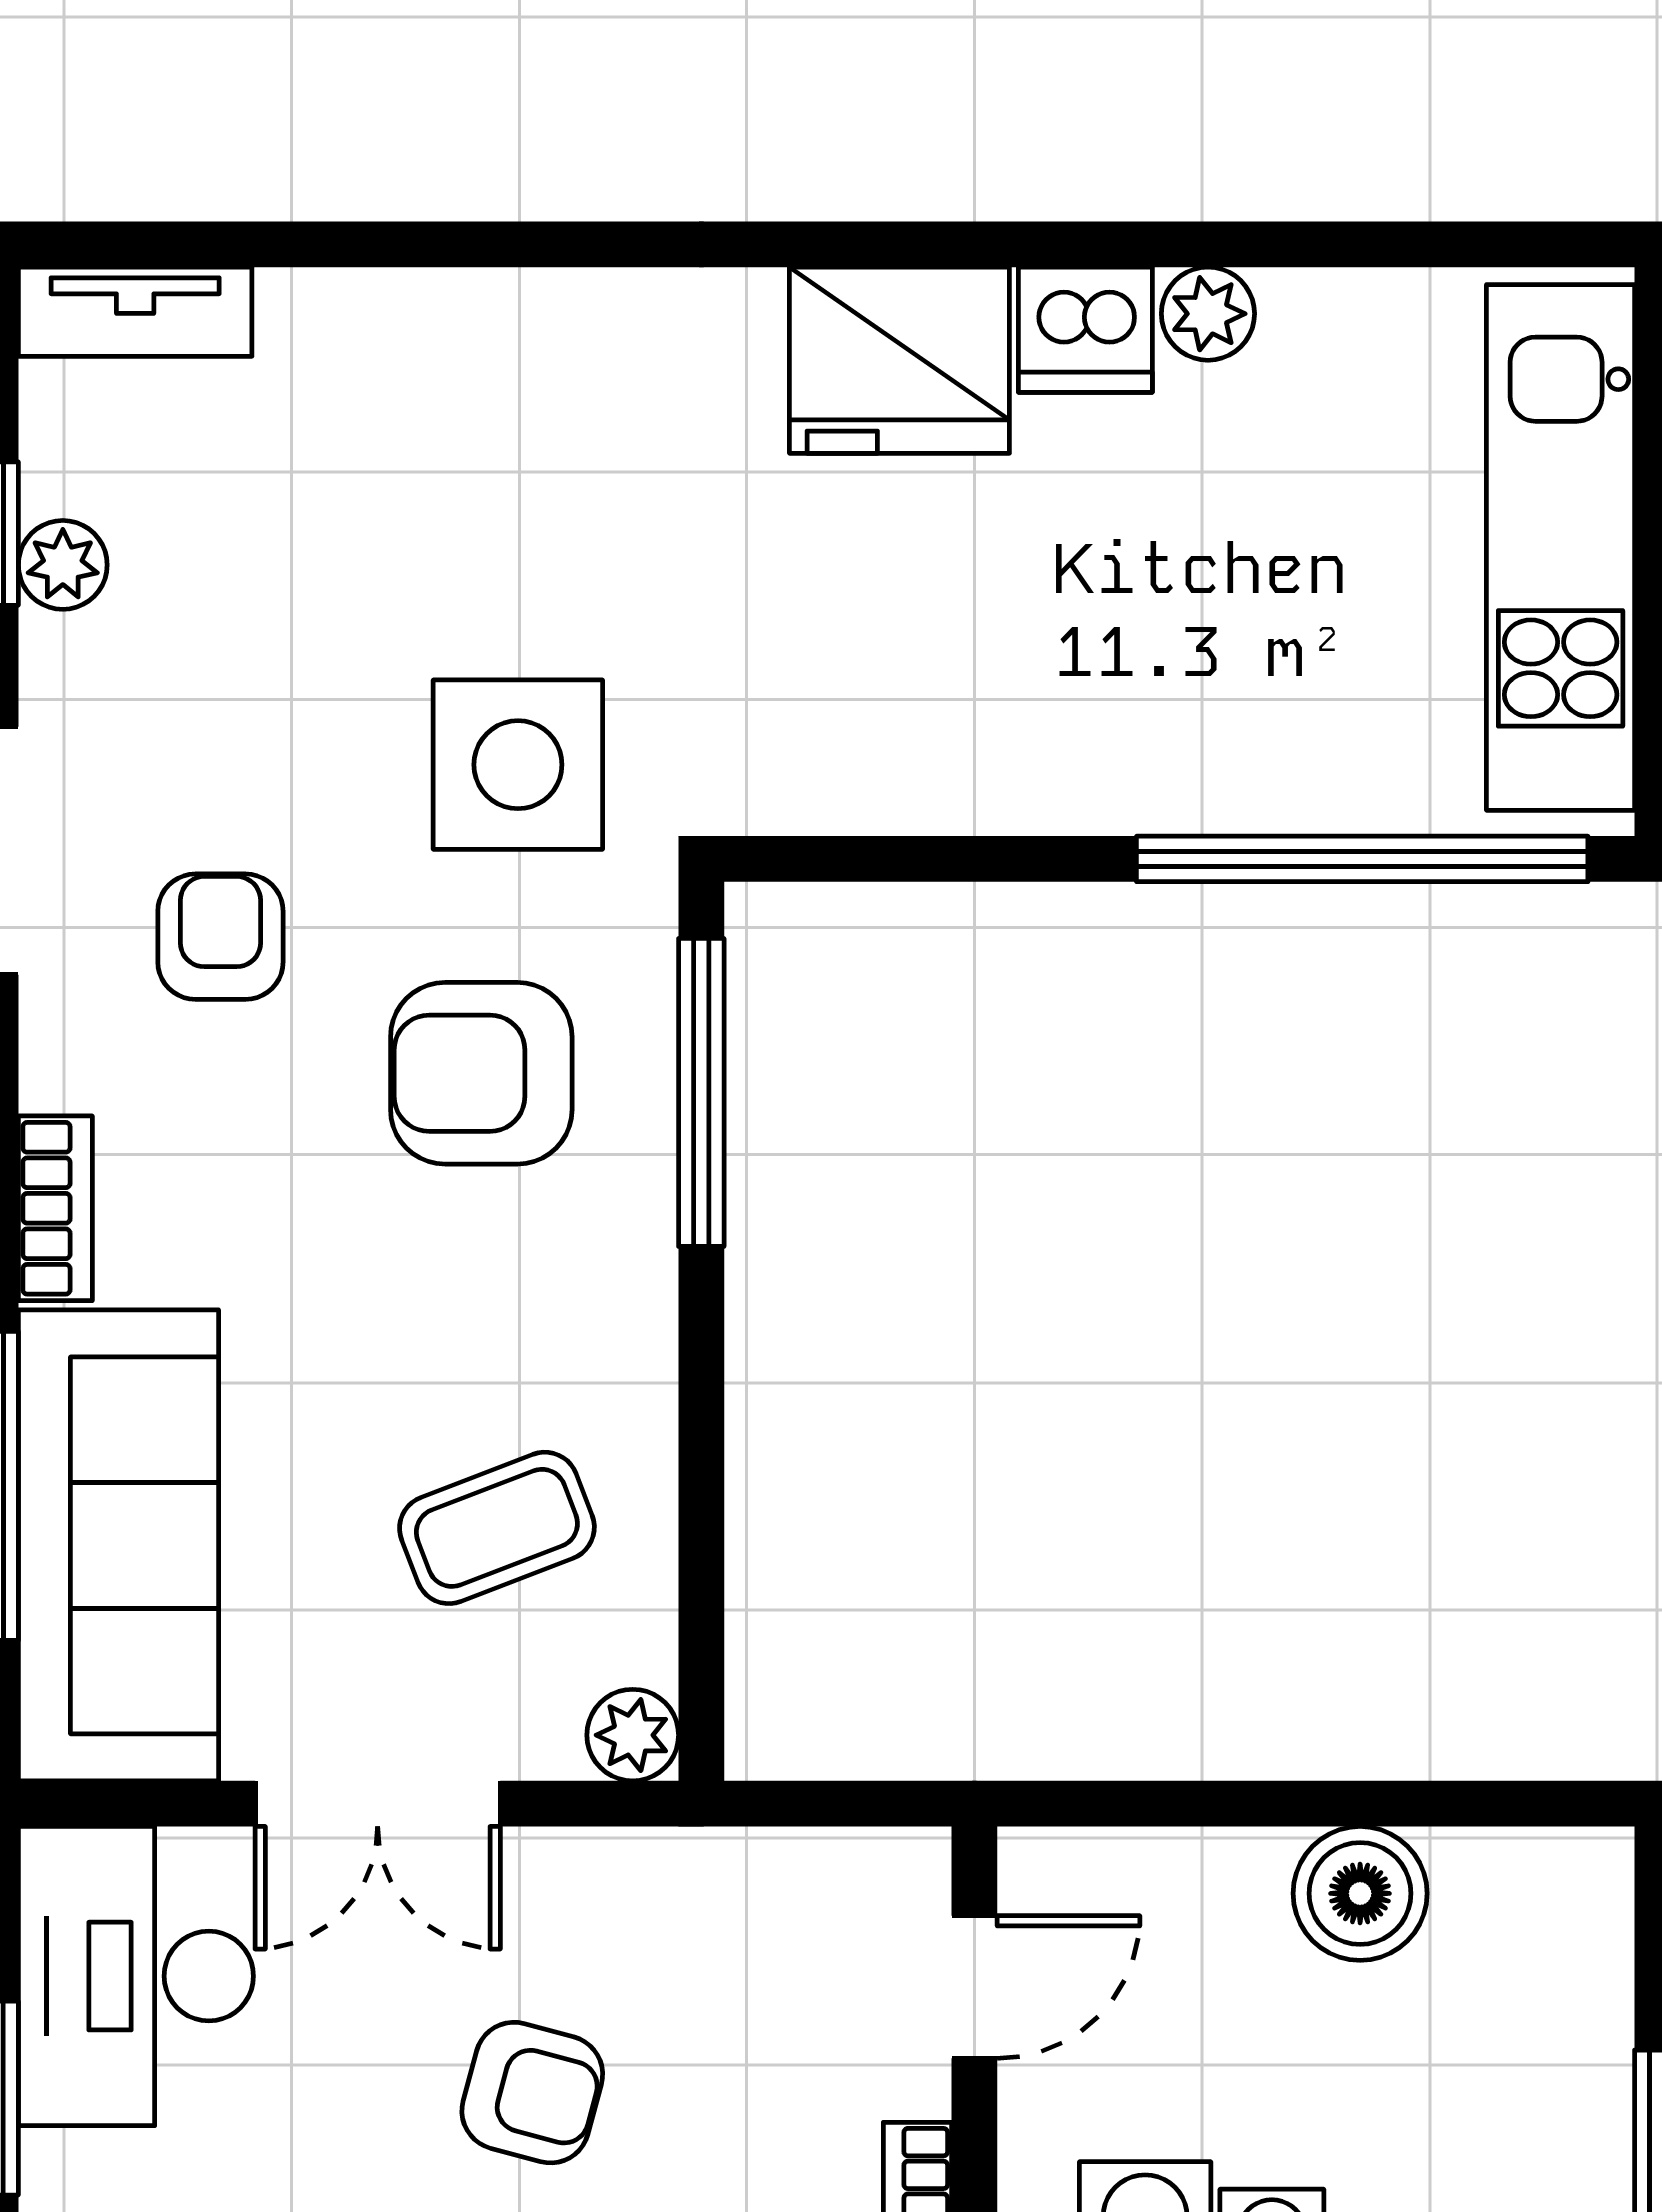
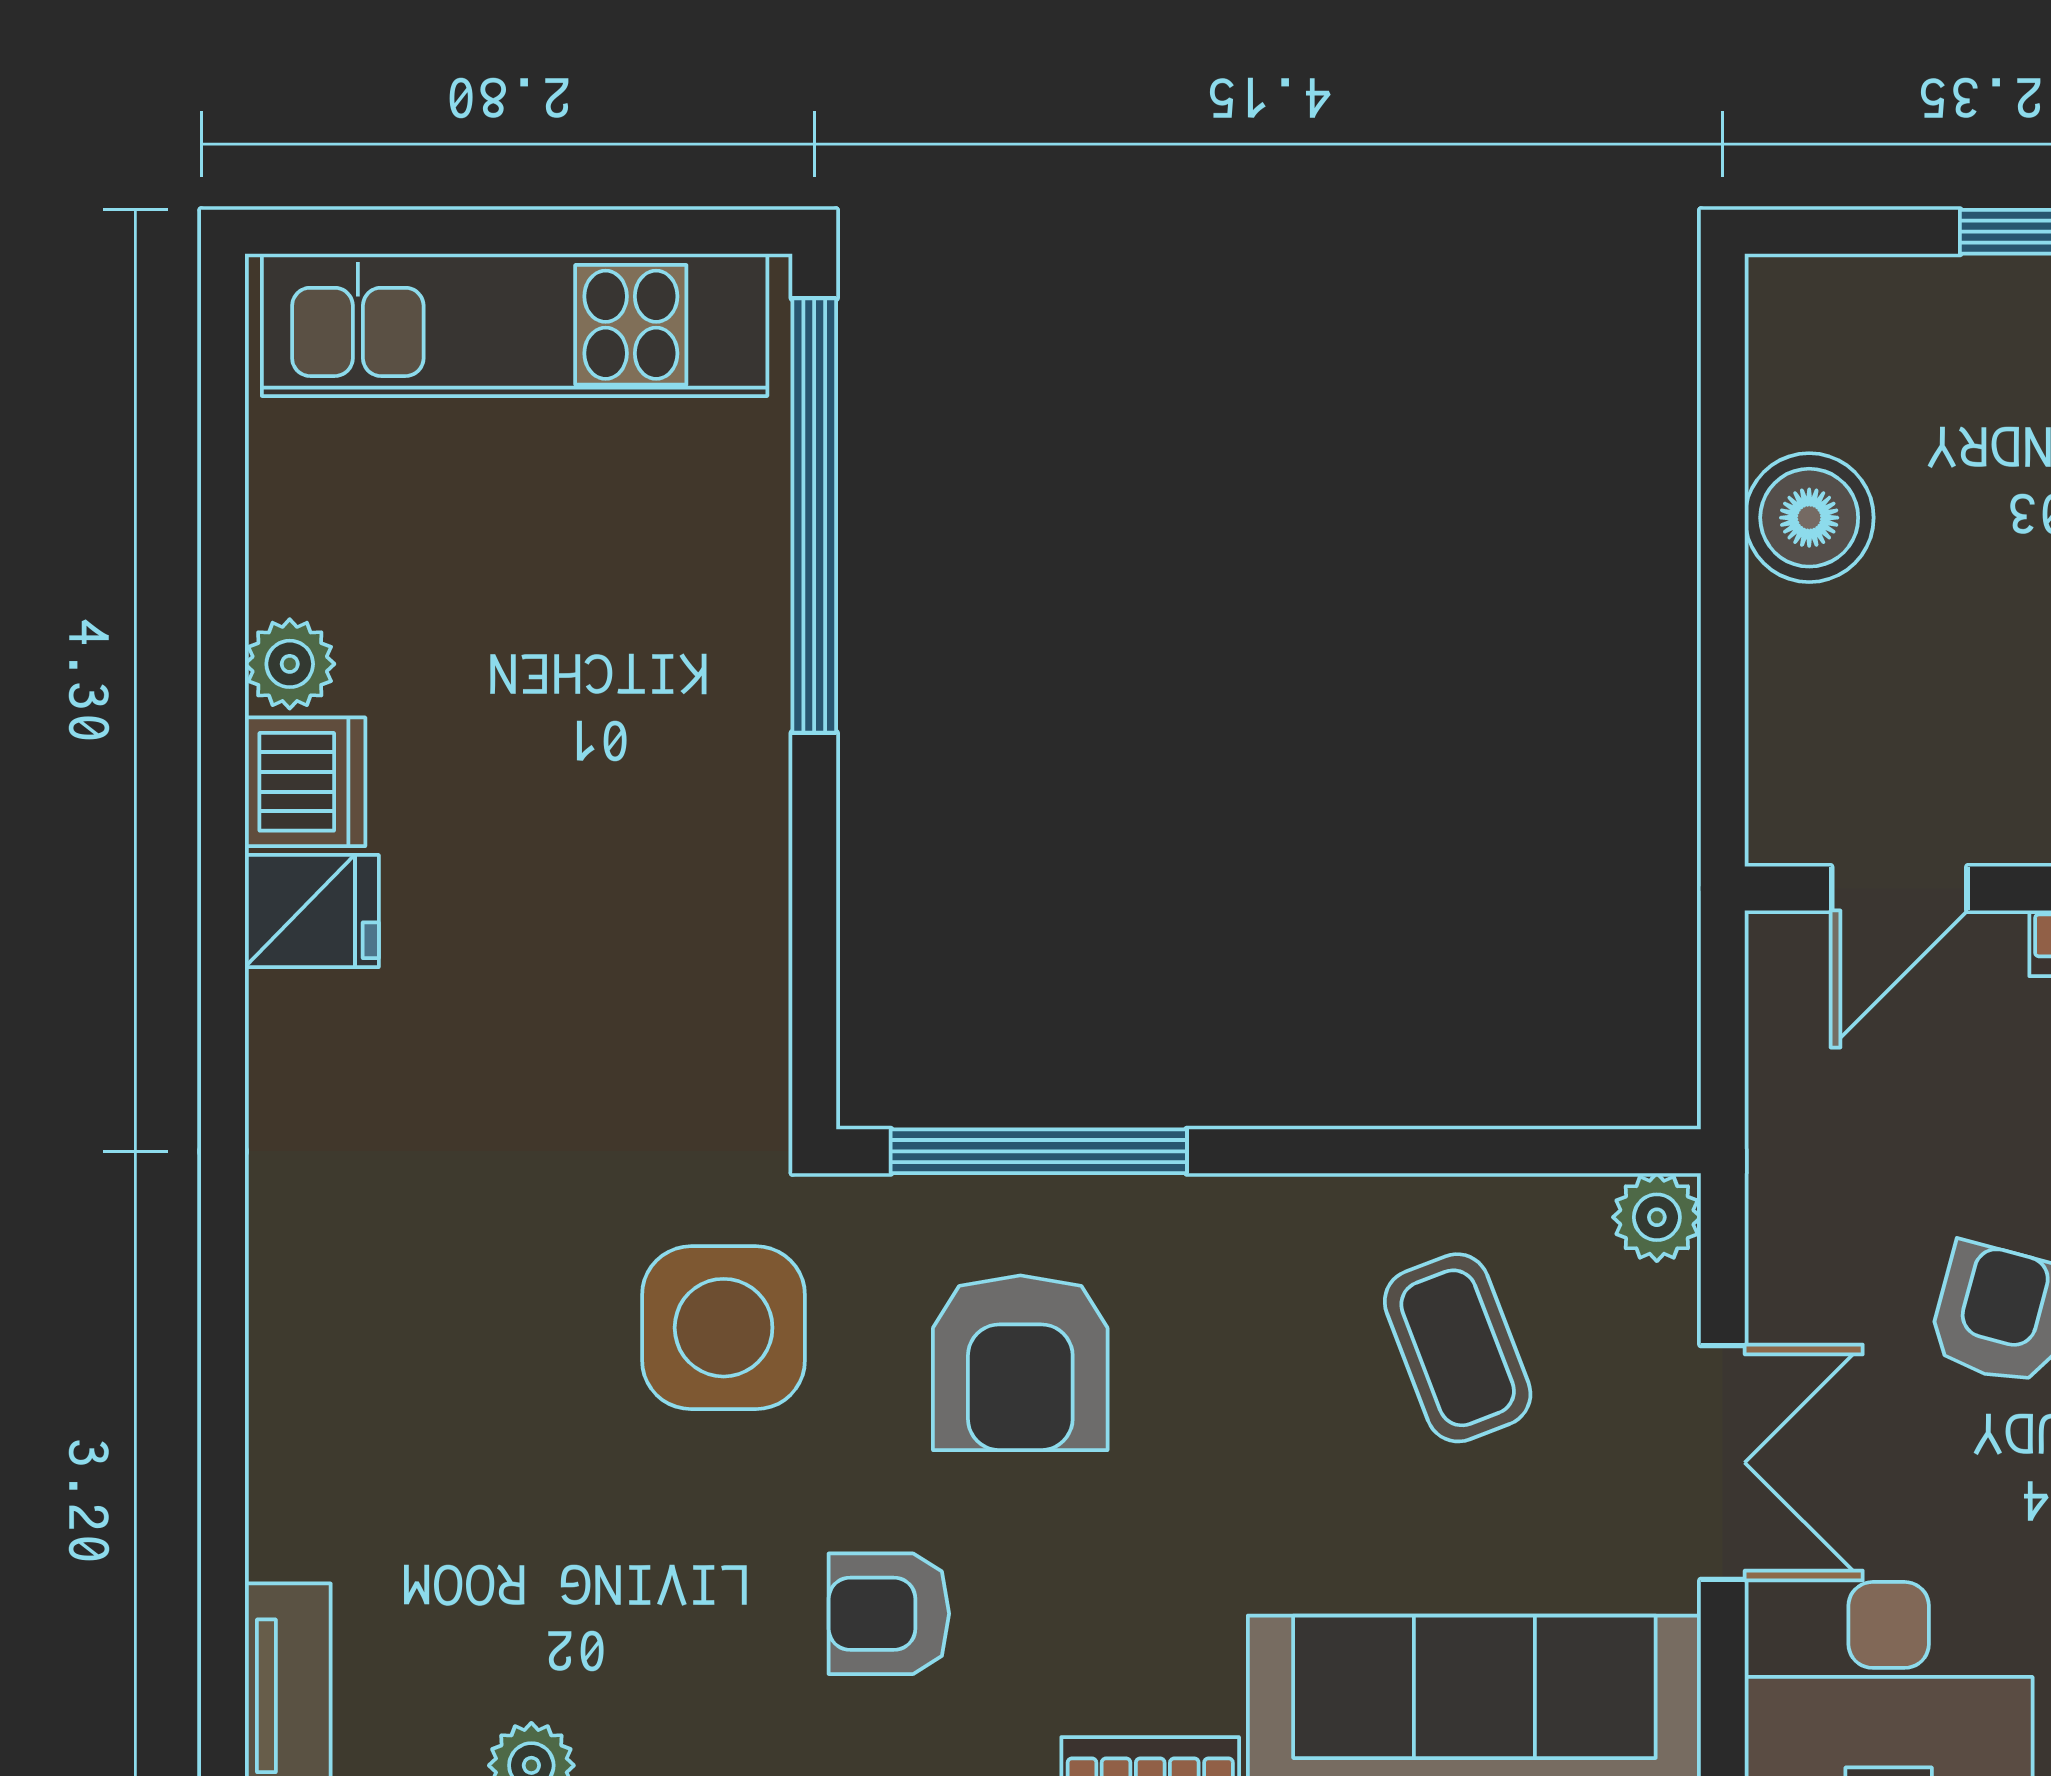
fridge: (899, 360) -> (312, 911), width x0.53, depth x0.75
door: (974, 1987) -> (1899, 889), swing flipped

